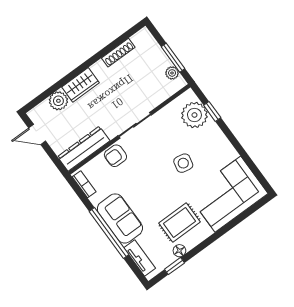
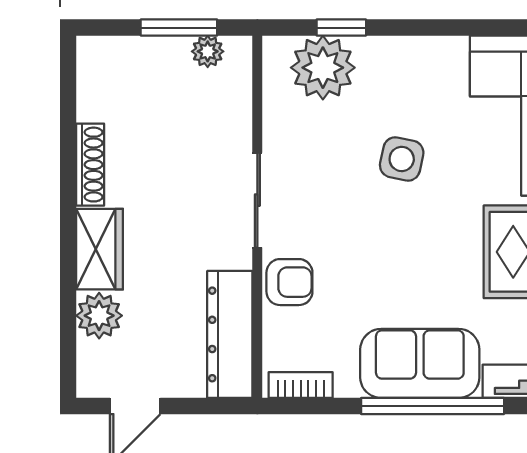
shoe rack: (118, 53) -> (90, 165), moved
armchair: (115, 156) -> (289, 282), turned -90

